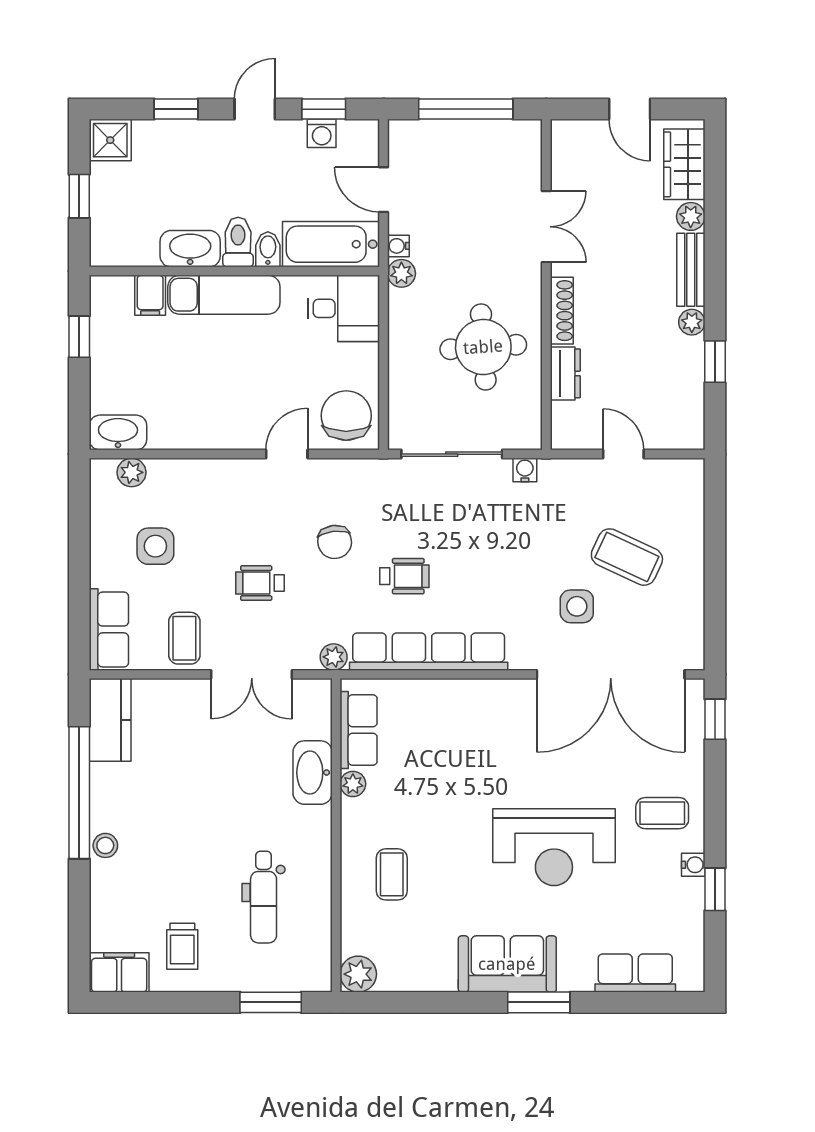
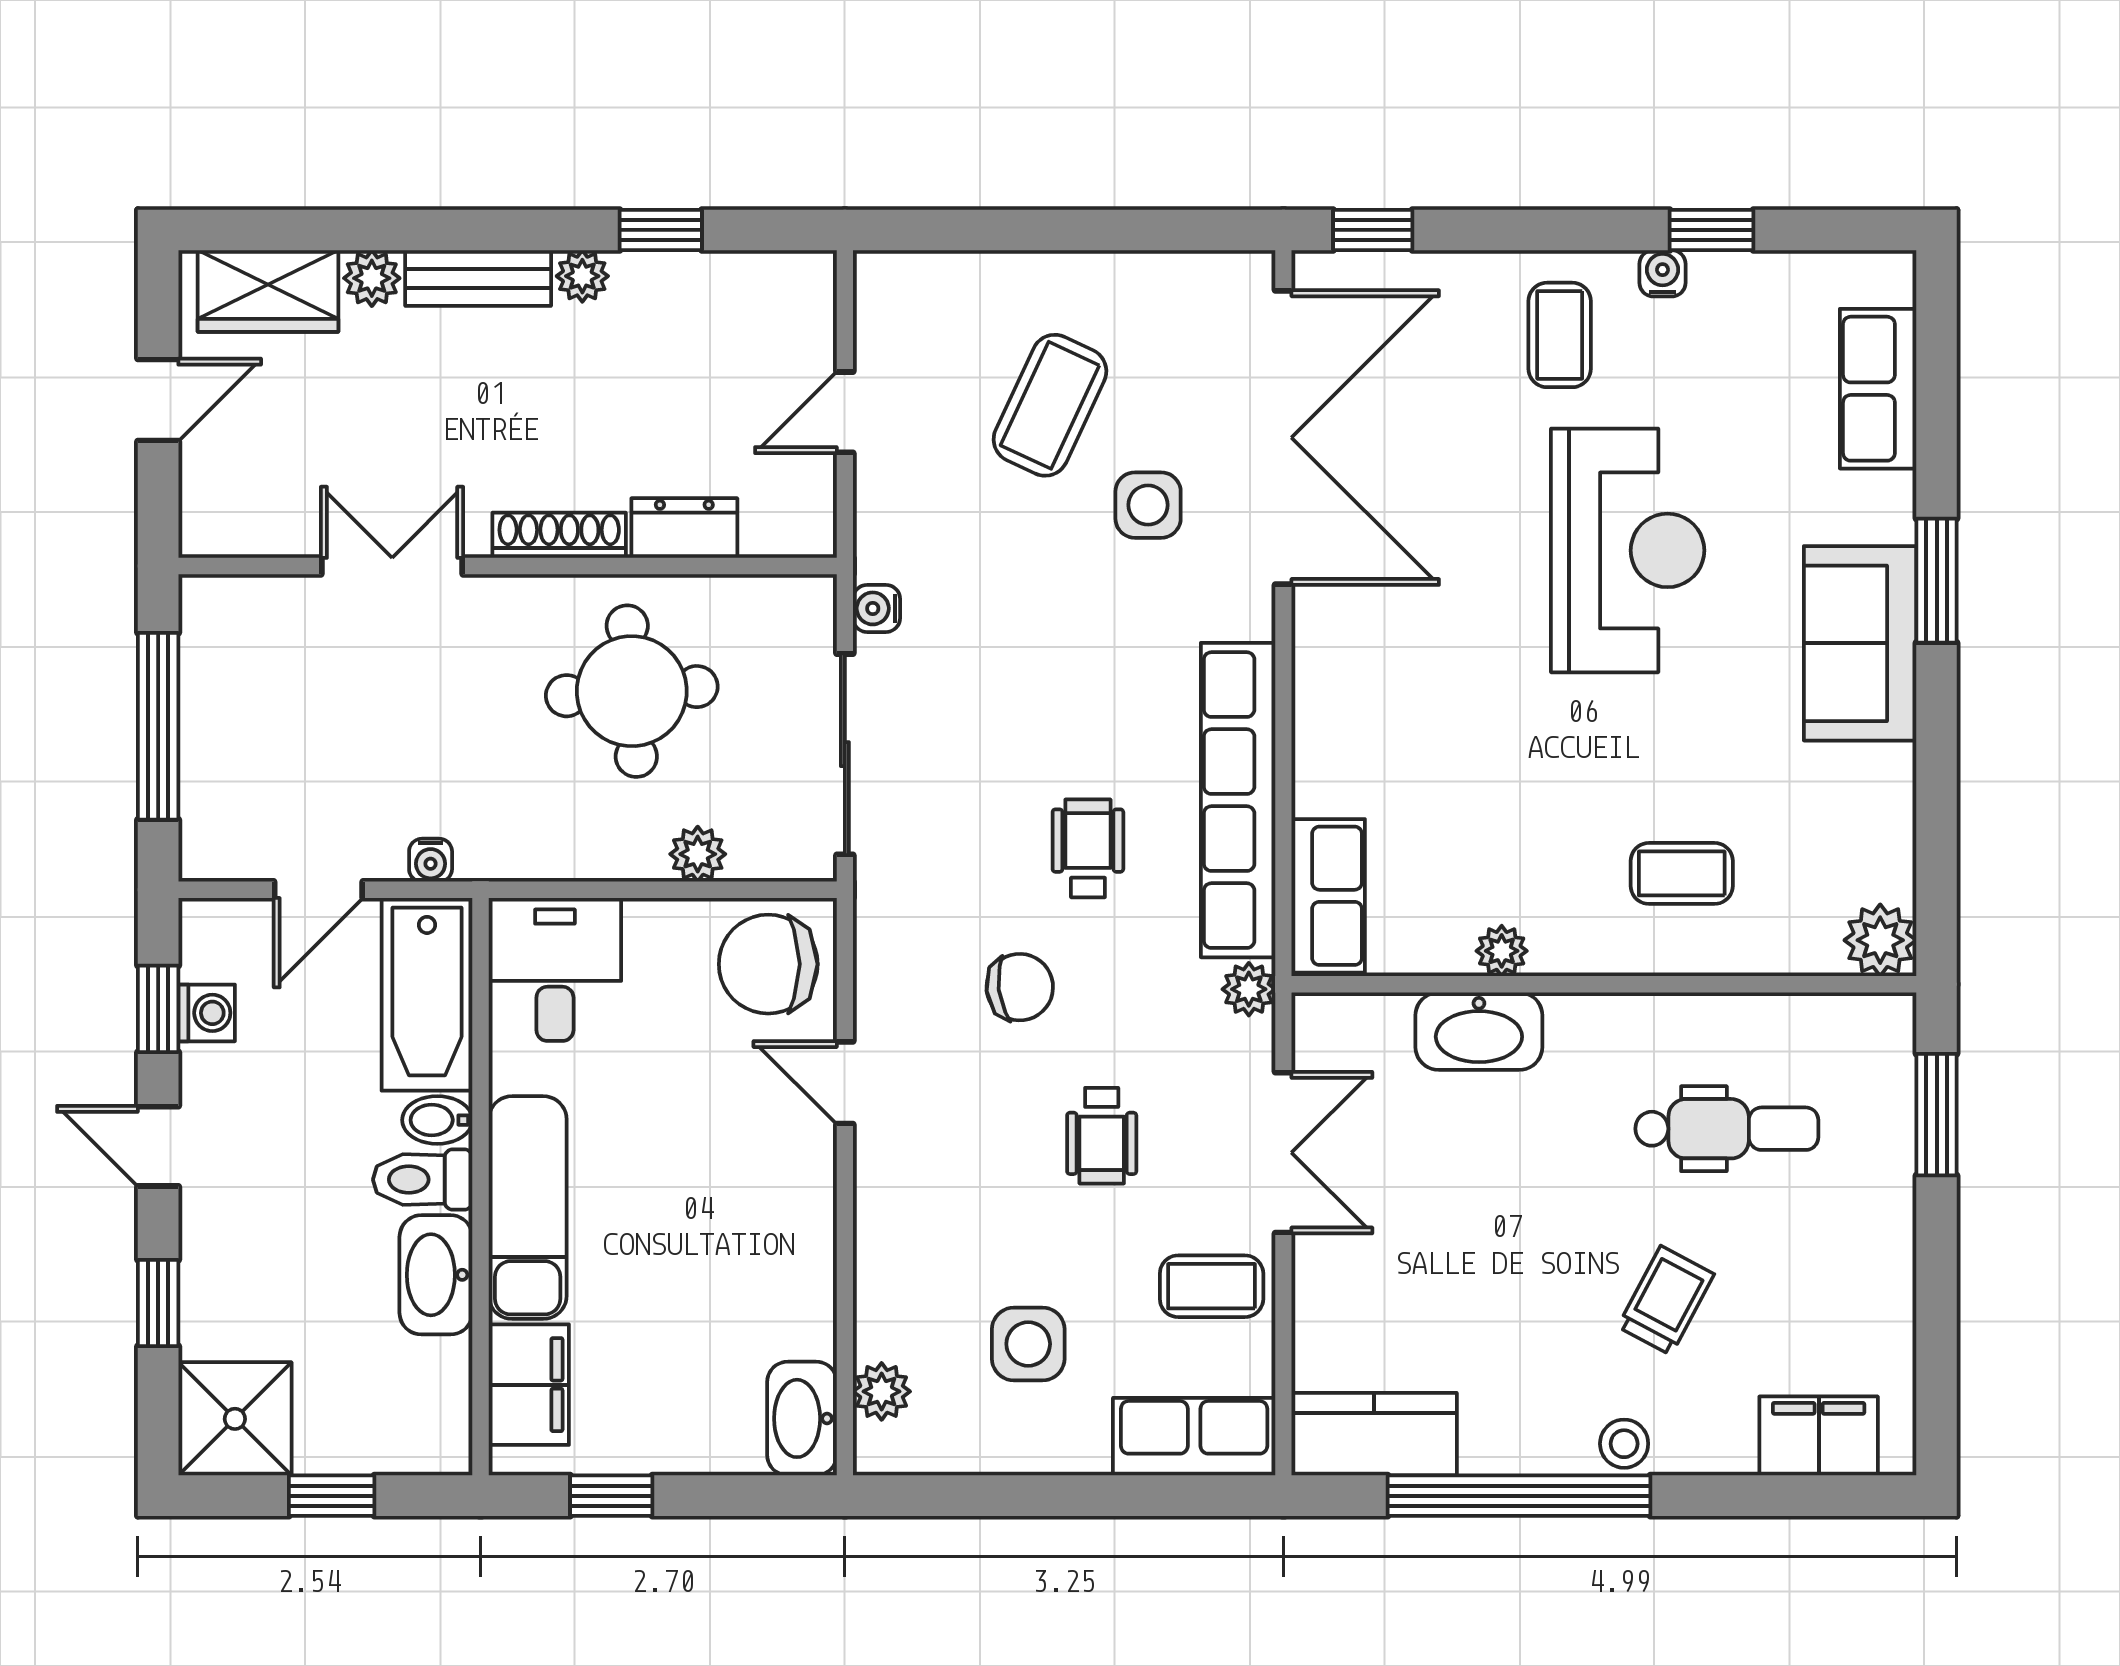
shower: (110, 140) -> (235, 1419), width x1.36, depth x1.36
plant: (401, 273) -> (698, 854), moved
filing cabinet: (150, 295) -> (529, 1385), width x2.00
row of seats: (359, 730) -> (1328, 896), moved, turned 90
trolley: (182, 946) -> (1666, 1300), moved, turned -62
filing cabinet: (119, 972) -> (1819, 1436), moved, turned 90

